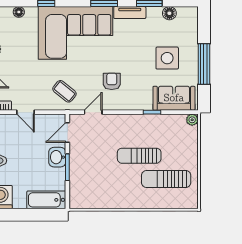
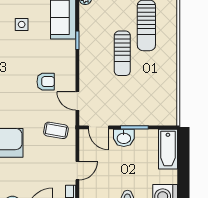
side table: (167, 58) -> (22, 24), width x0.54, depth x0.54
armchair: (112, 81) -> (46, 82), turned 180
coffee table: (64, 91) -> (56, 130), turned 61

